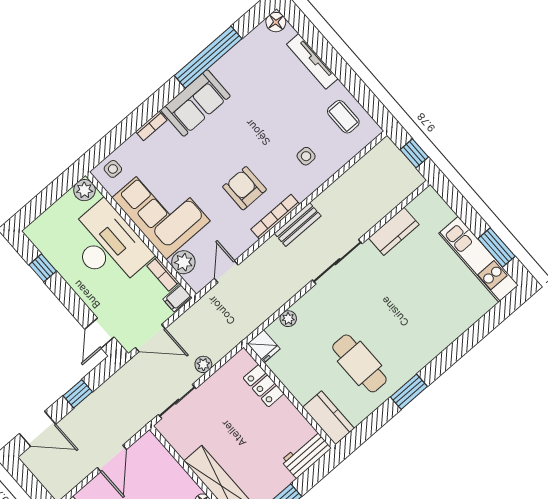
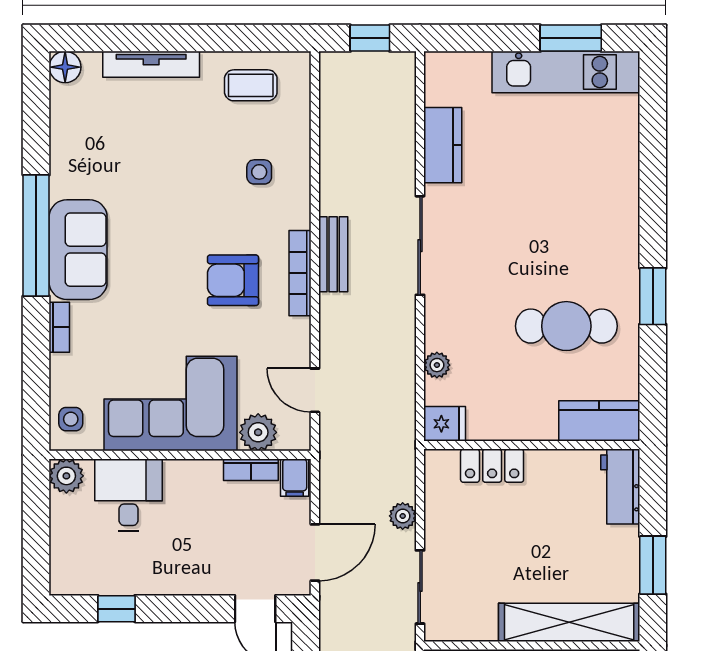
window: (208, 57) -> (36, 235), moved
desk: (108, 245) -> (129, 495), width x0.53, depth x0.77

